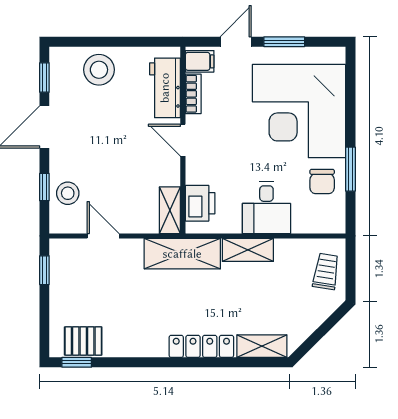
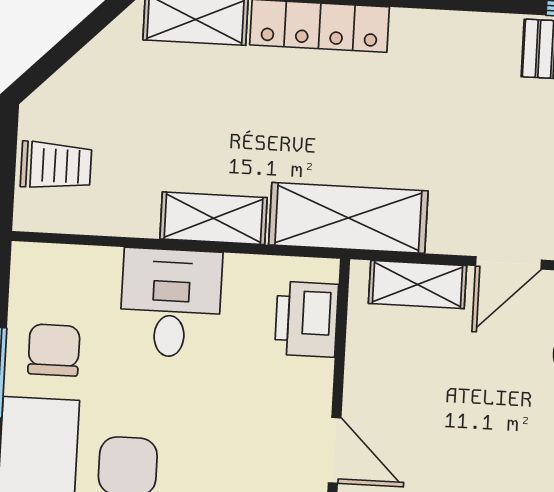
shelving: (170, 210) -> (418, 285), moved, turned 90
door: (103, 236) -> (509, 263), hinge flipped
trolley: (326, 271) -> (56, 166), turned -99

